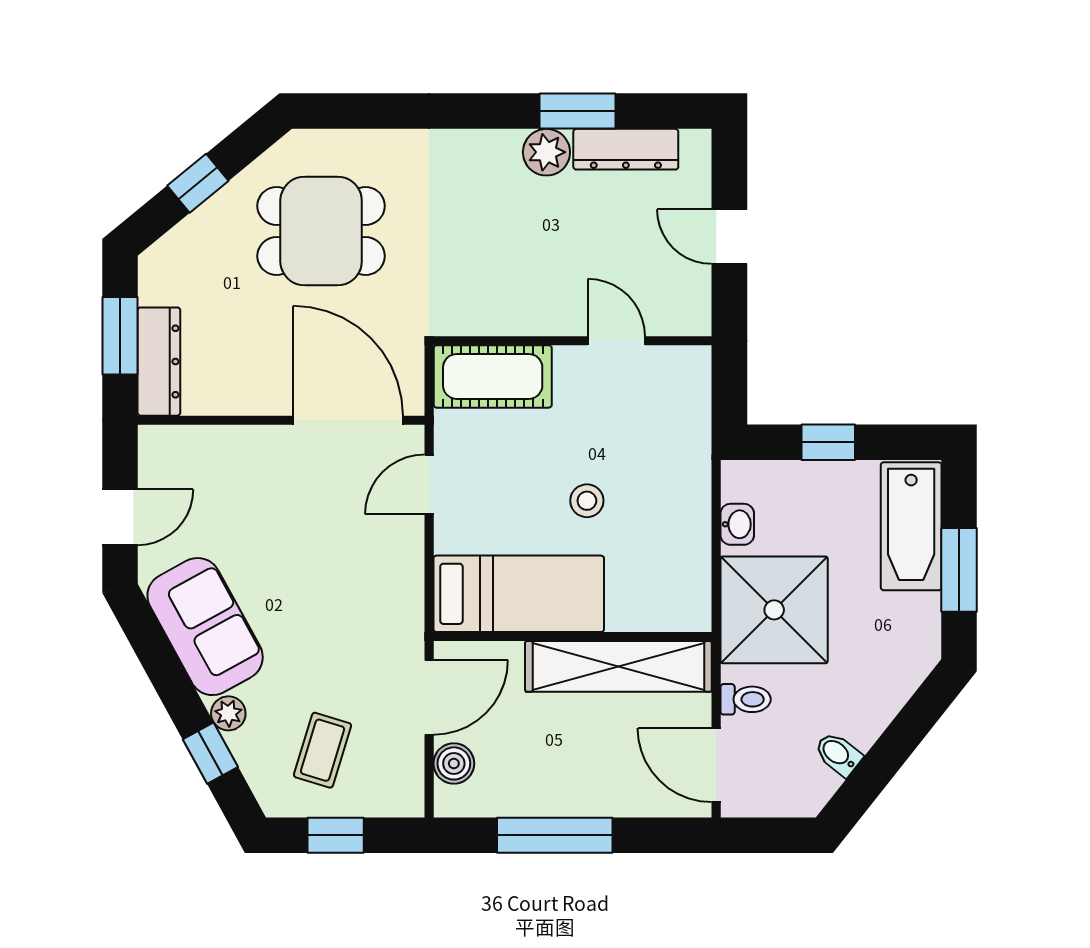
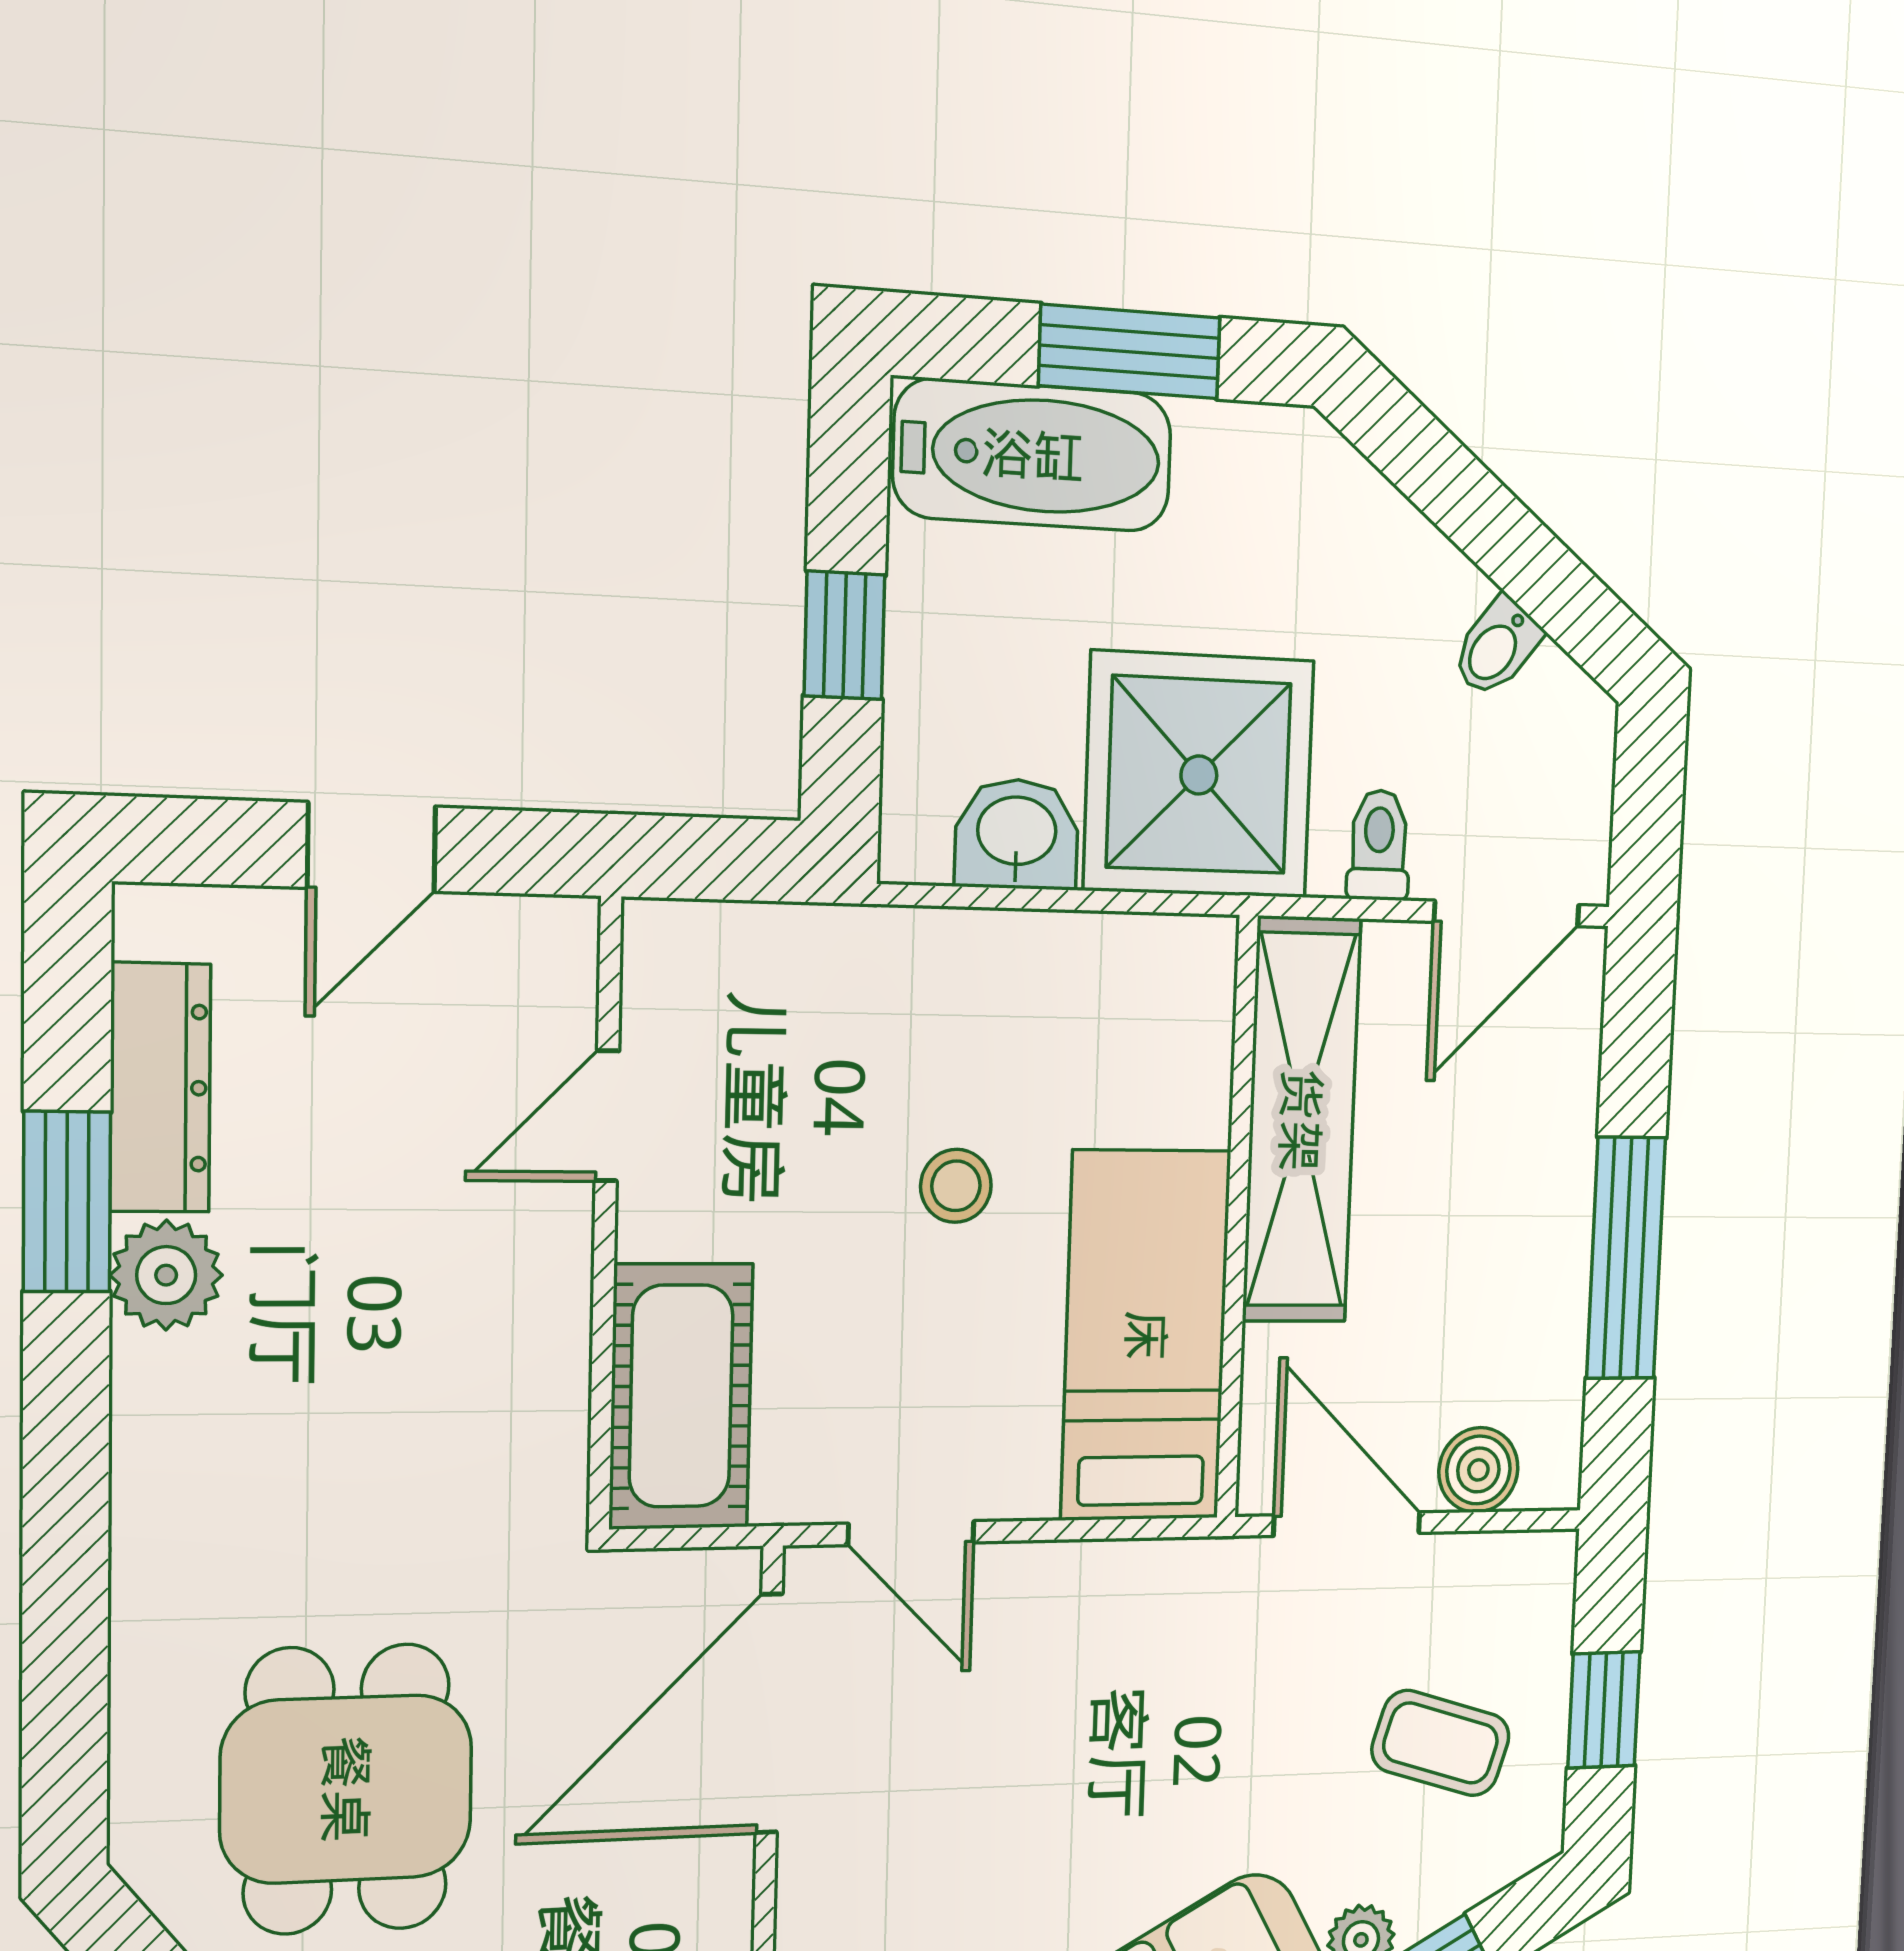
washbasin: (737, 524) -> (1017, 834), width x1.38, depth x1.45

